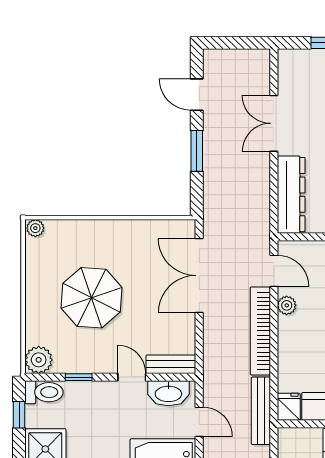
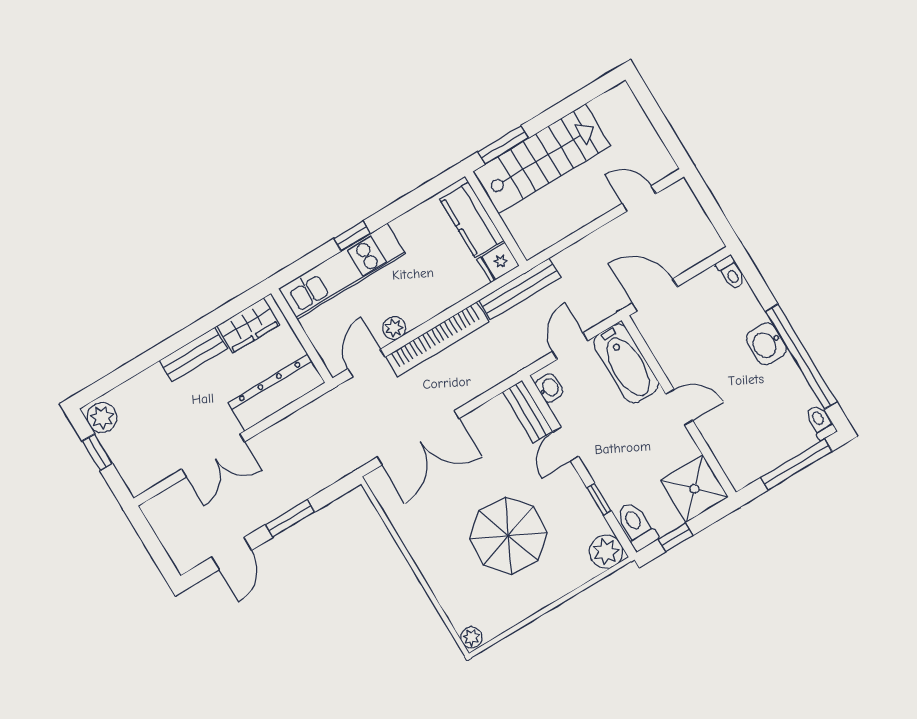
washbasin: (168, 393) -> (549, 388), width x0.52, depth x0.69

